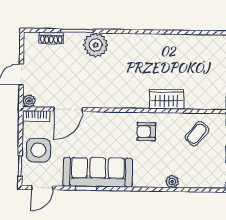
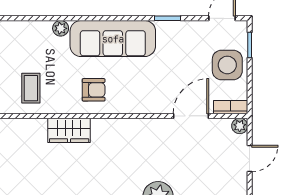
coffee table: (197, 134) -> (31, 88), turned -41
sofa: (98, 172) -> (113, 39), moved

